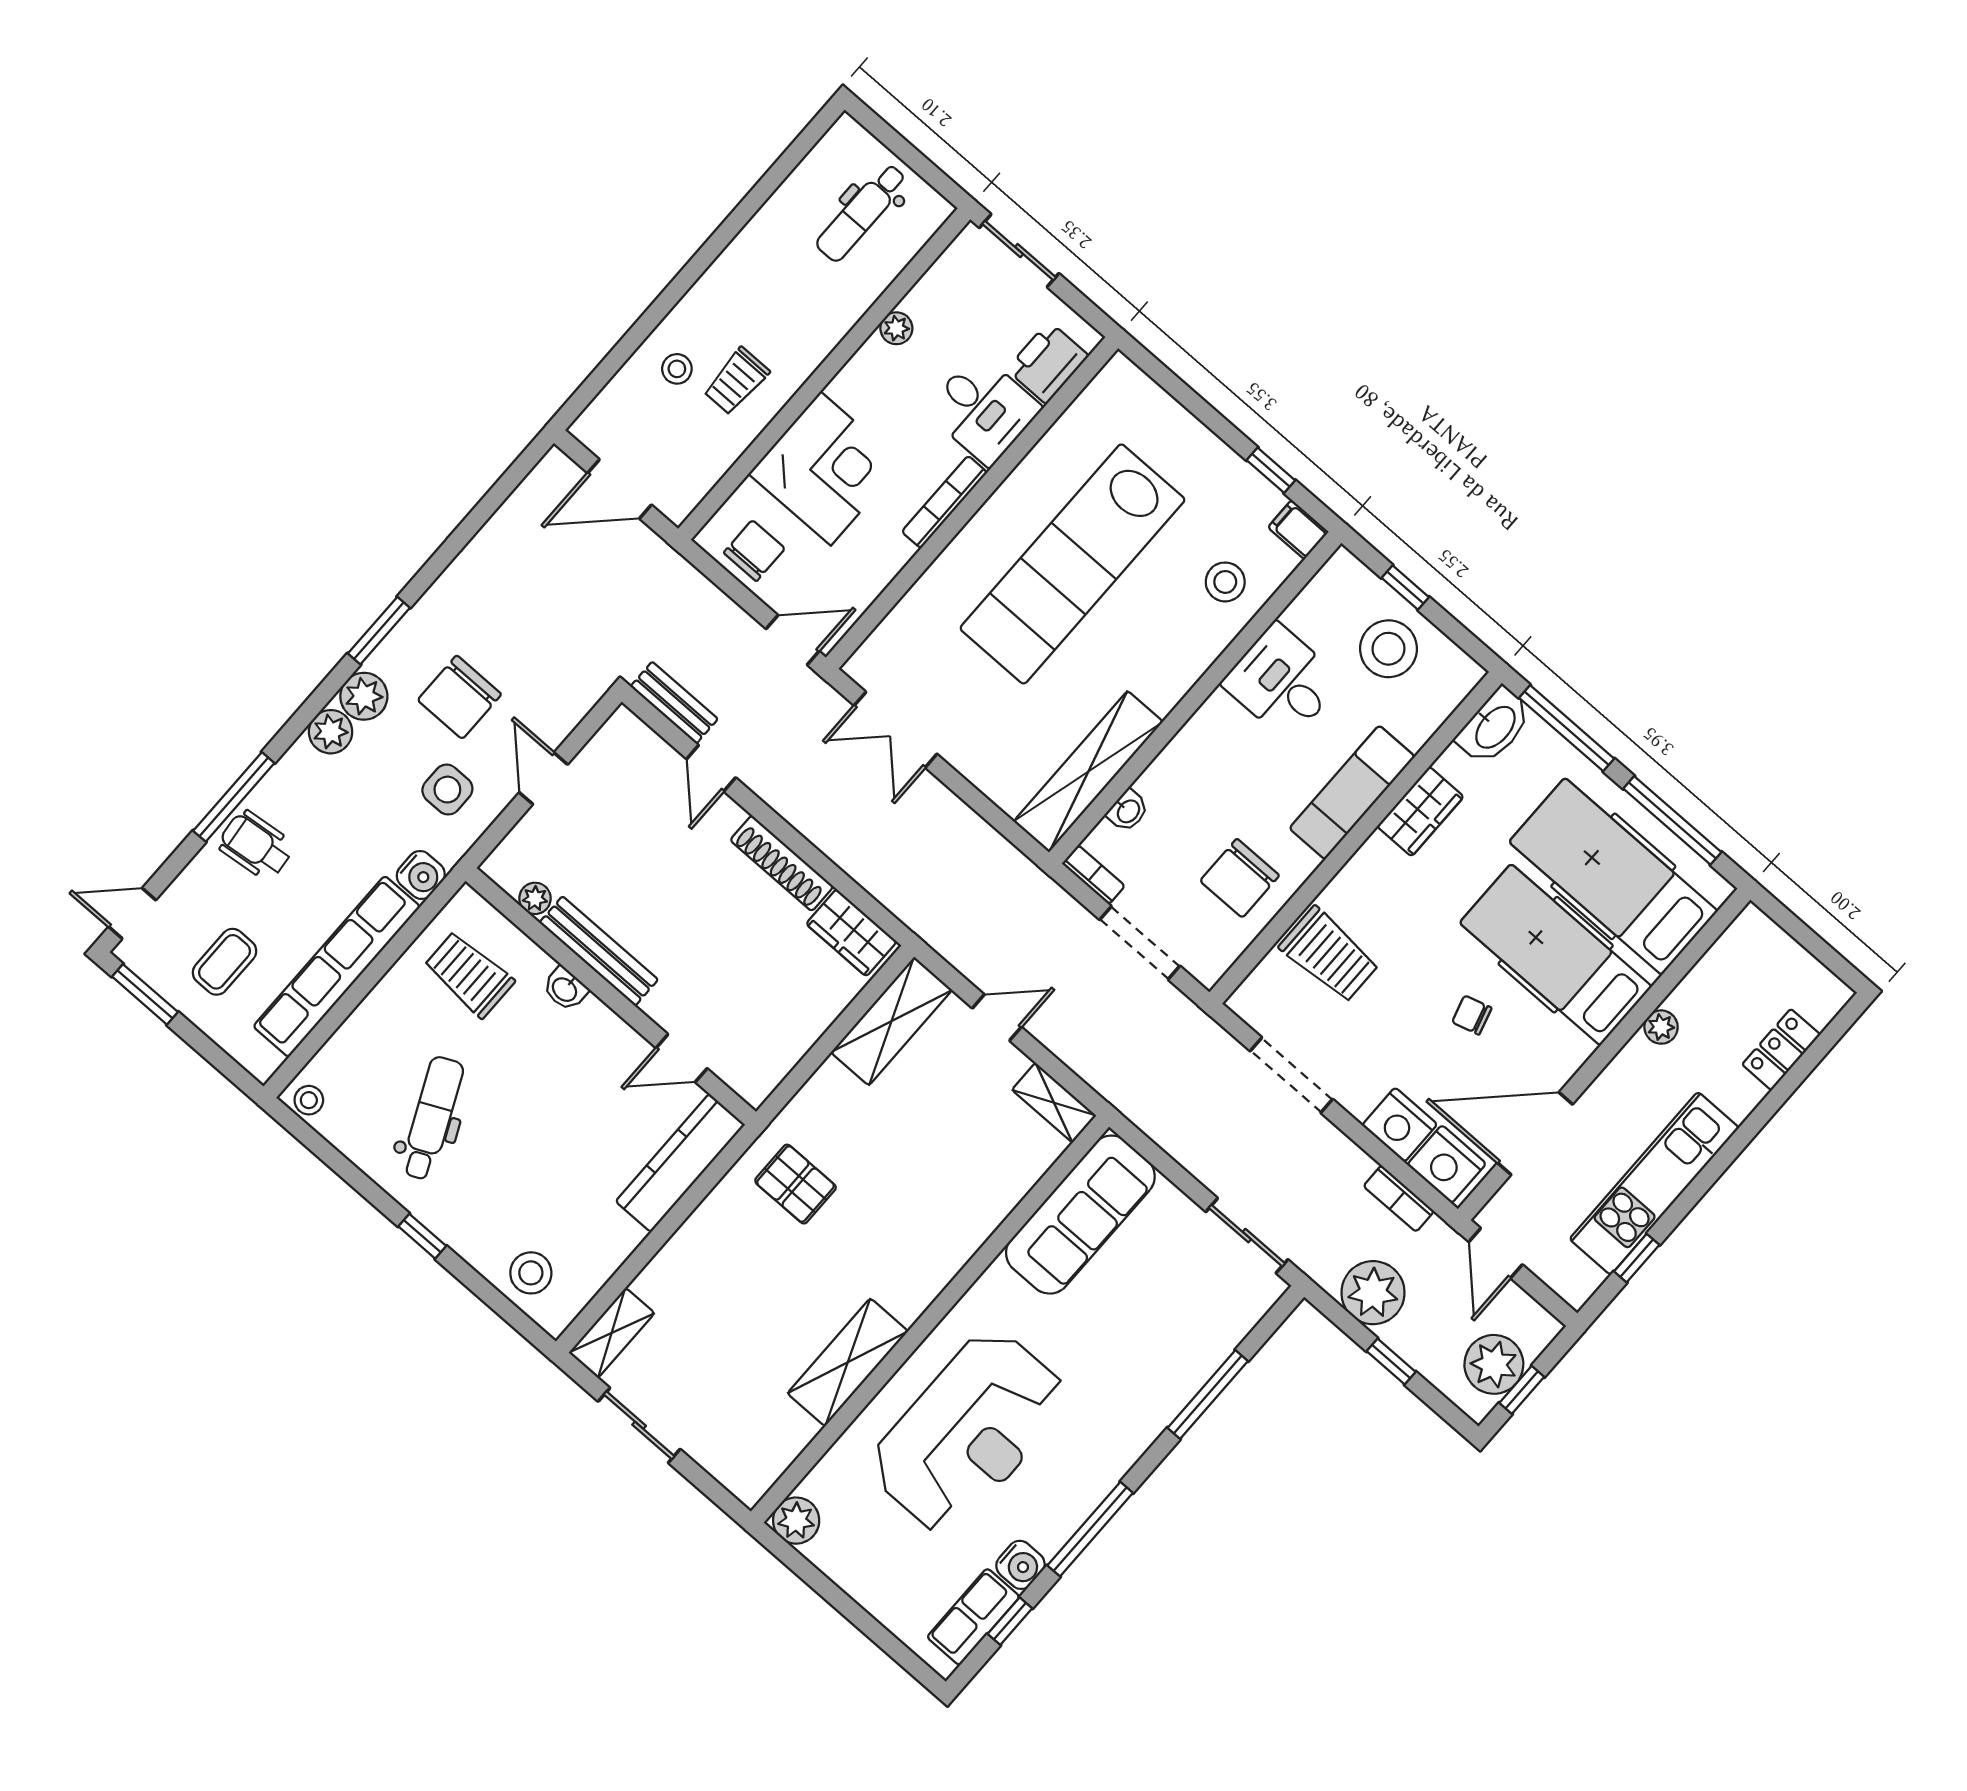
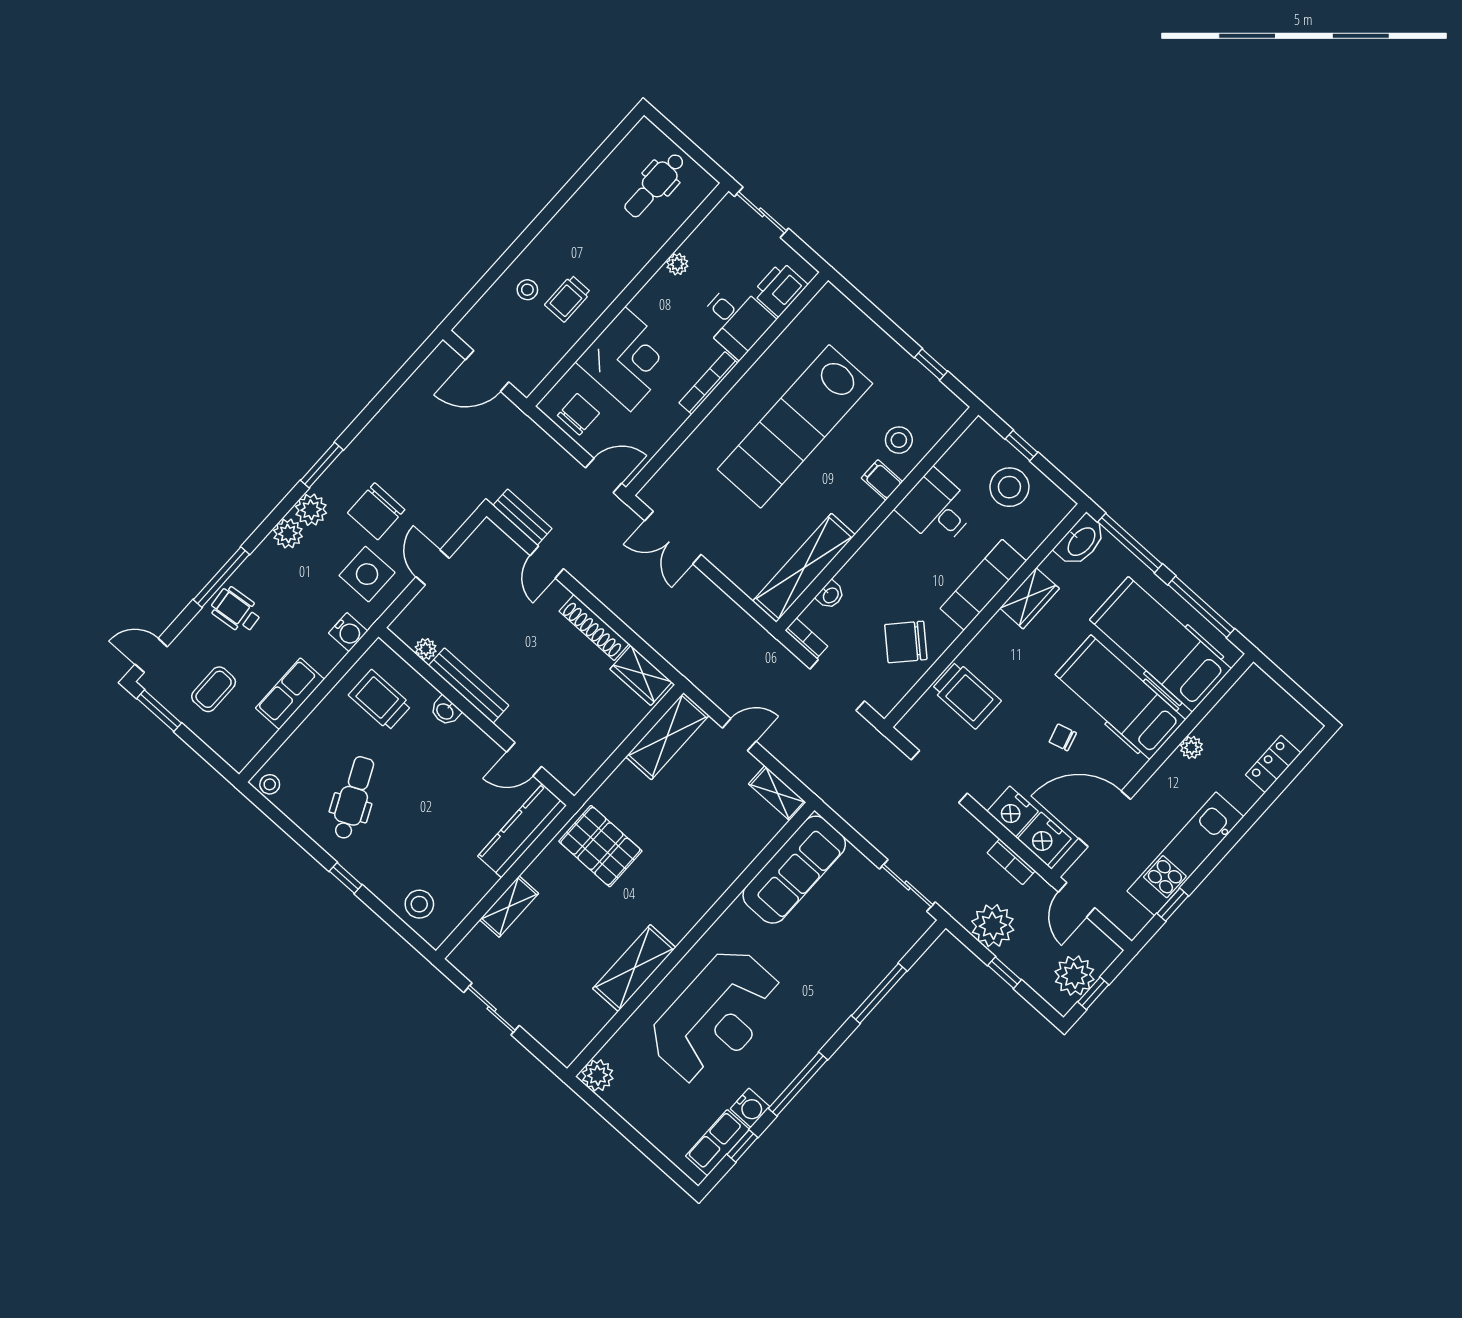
filing cabinet: (1298, 530) -> (882, 480), moved
side table: (447, 790) -> (367, 574), width x1.37, depth x1.37
chair: (1240, 878) -> (906, 642), turned 43
row of seats: (337, 966) -> (290, 694), width x0.50
pallet: (795, 1184) -> (600, 846), width x1.50, depth x1.42
shelving: (612, 1333) -> (509, 906), moved

